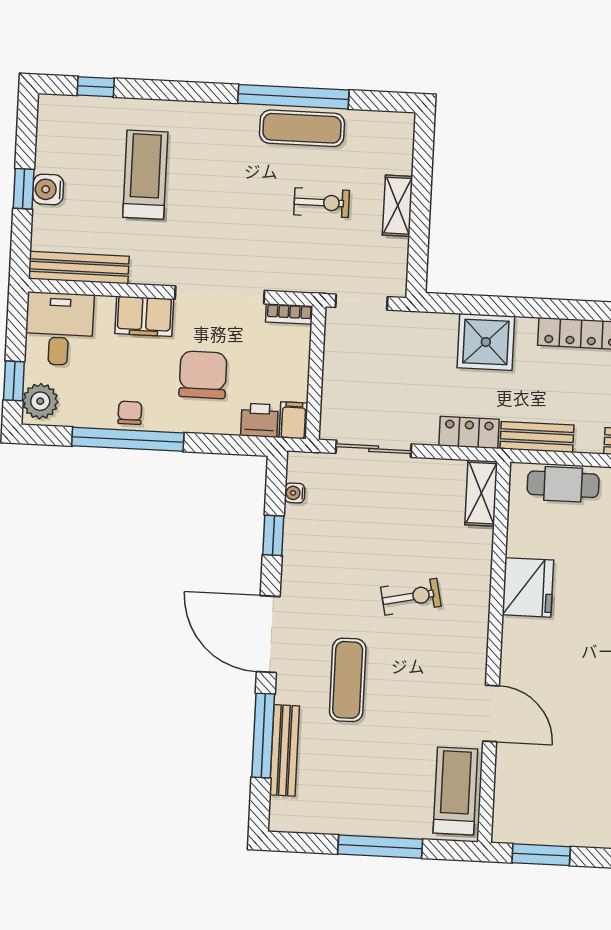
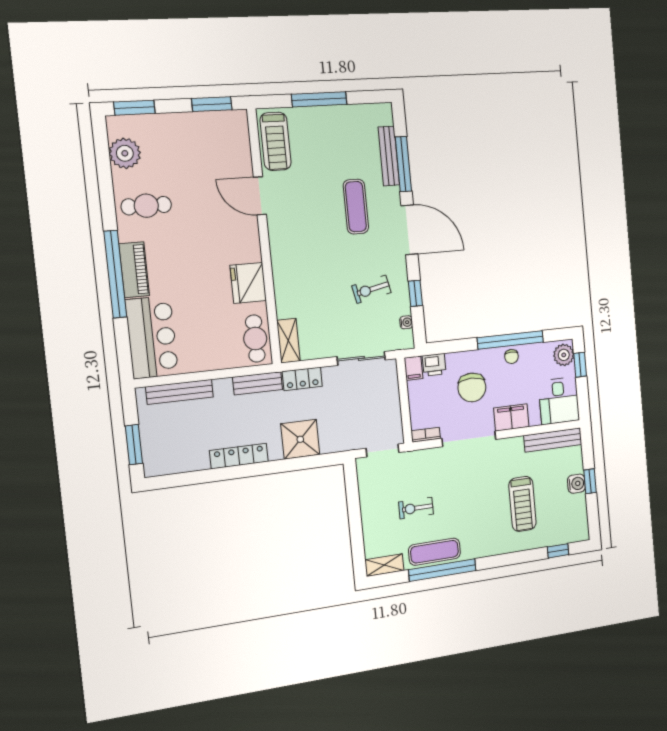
shelving: (398, 206) -> (384, 565), moved, turned 90
cafe table: (563, 484) -> (255, 339), moved, turned 90
exercise bike: (411, 597) -> (371, 289), moved

